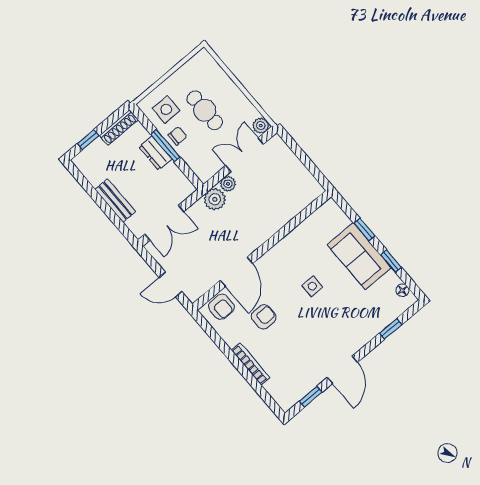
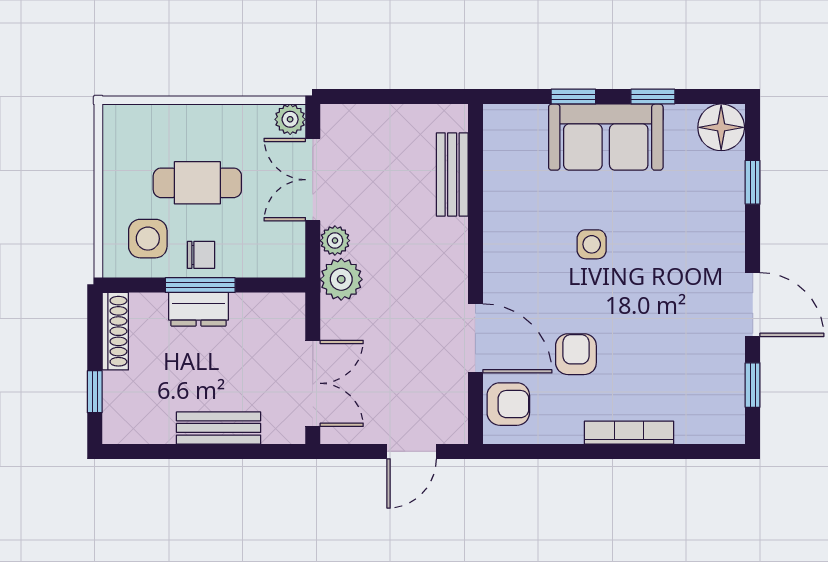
chair: (178, 136) -> (201, 255), turned 90
bench: (293, 208) -> (452, 174), added
floor lamp: (402, 290) -> (721, 127), width x1.89, depth x1.89

